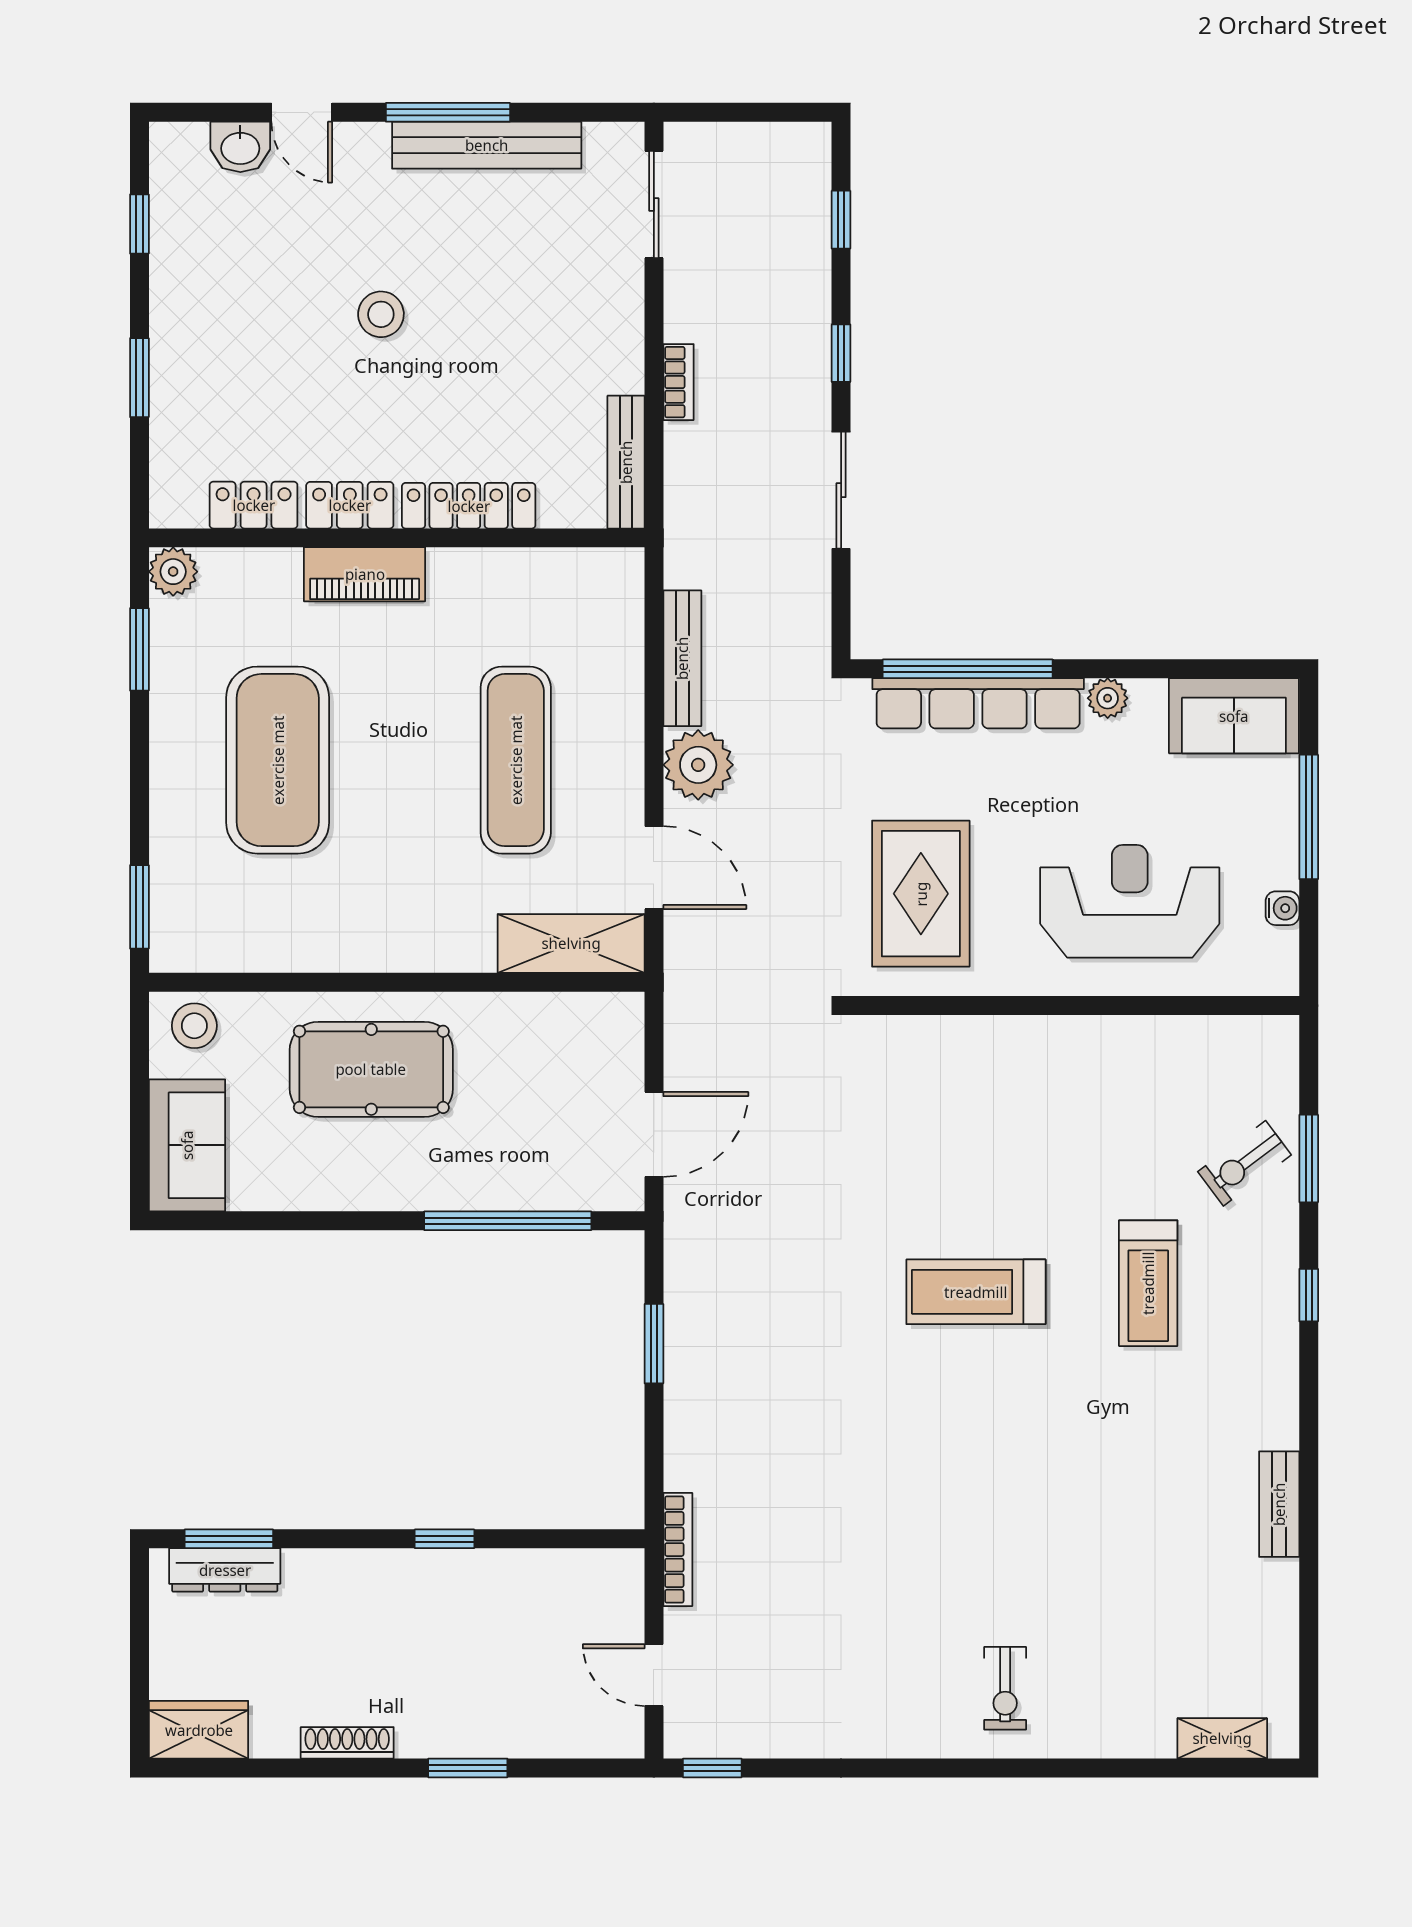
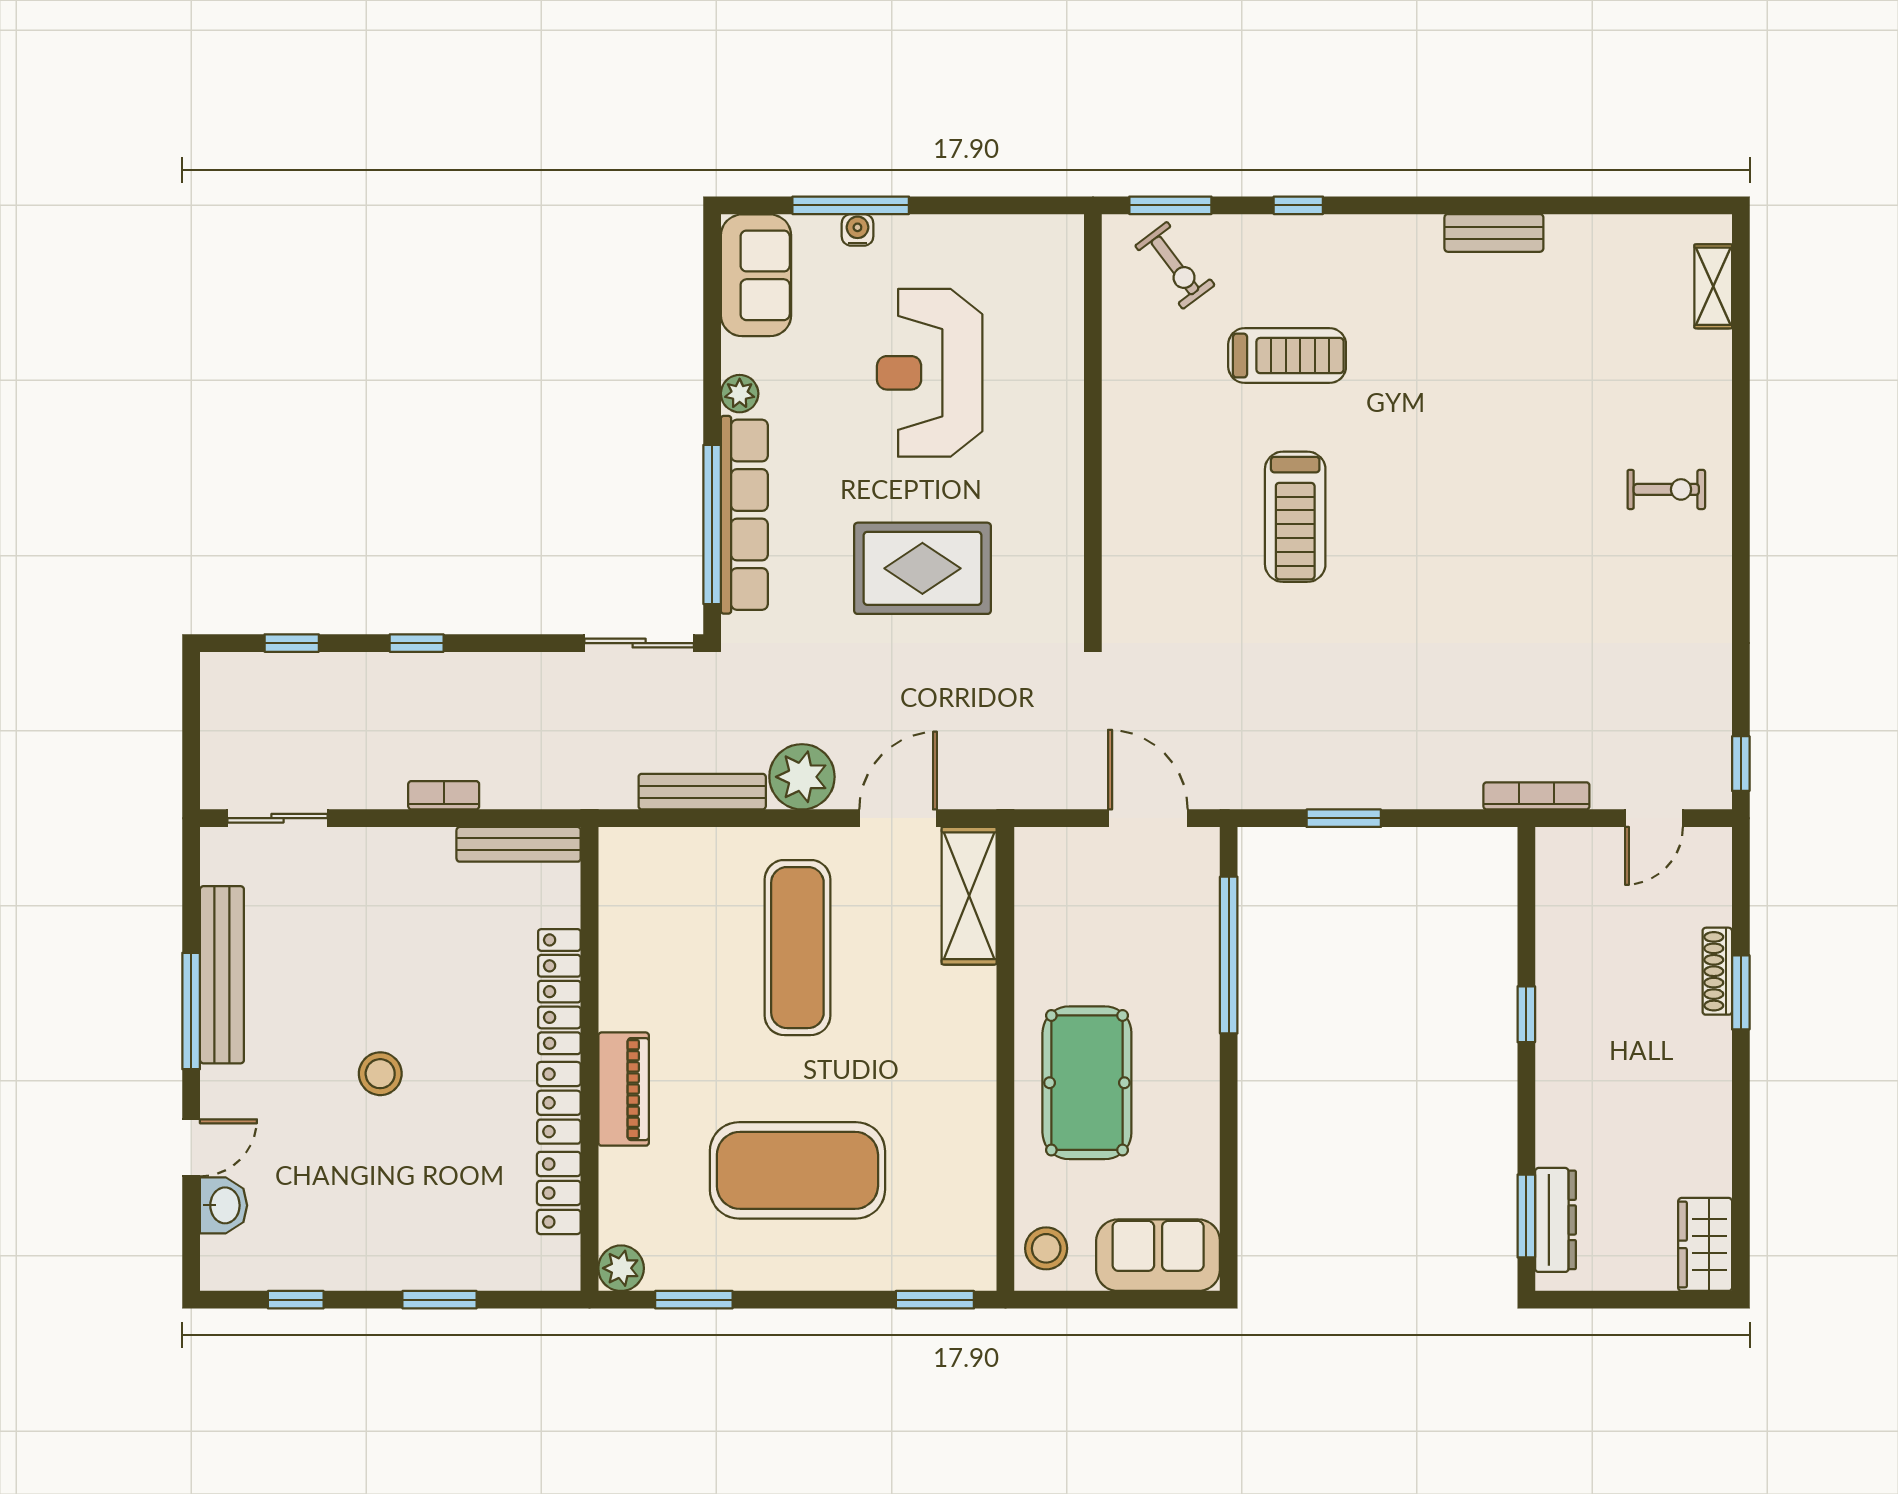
sliding door: (841, 490) -> (639, 643), moved
exercise mat: (516, 760) -> (797, 948), turned 90
water cooler: (1282, 908) -> (857, 230), moved
wall: (1075, 1006) -> (1093, 424), moved
shoe rack: (347, 1743) -> (1717, 971), moved

